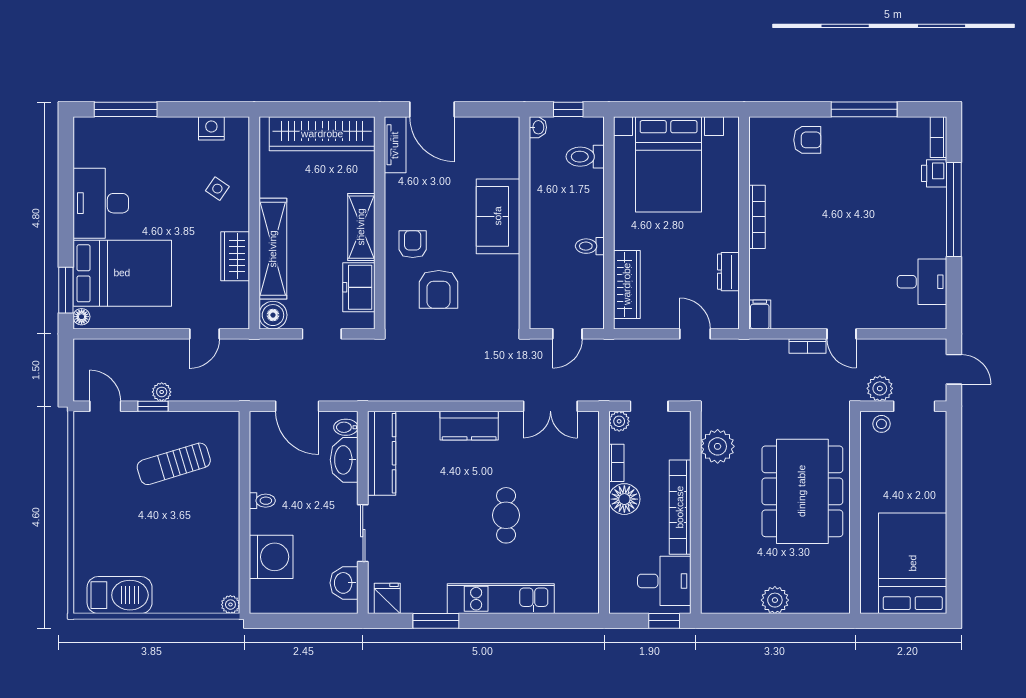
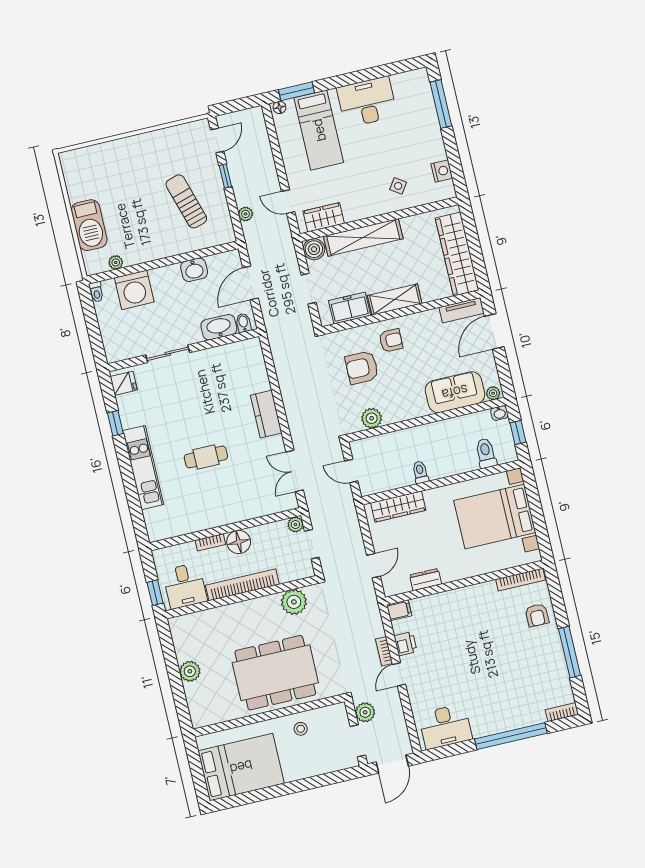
plant: (511, 129) -> (493, 393), added
printer: (934, 173) -> (405, 644), moved, turned 90
sofa: (498, 216) -> (455, 392), moved
bookcase: (757, 217) -> (520, 580), moved
wardrobe: (235, 256) -> (324, 217), moved
bed: (122, 273) -> (319, 130), width x0.67
desk: (922, 282) -> (445, 726), width x1.37
plant: (506, 292) -> (372, 418), added
door: (954, 369) -> (392, 764), width x1.37
plant: (162, 392) -> (246, 214), moved
stool: (881, 424) -> (301, 729), moved
kitchen counter: (382, 453) -> (230, 354), removed
bookcase: (616, 463) -> (210, 542), moved
toilet: (262, 501) -> (96, 292), moved
washbasin: (344, 583) -> (194, 270), moved, turned 180
barbecue: (120, 595) -> (89, 225), moved
plant: (230, 605) -> (116, 262), moved
window: (436, 621) -> (115, 423), width x0.67

